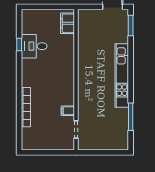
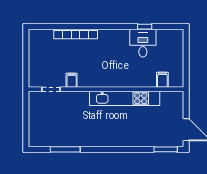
filing cabinet: (67, 23) -> (162, 80), width x0.50
kitchen unit: (122, 76) -> (125, 98), moved, turned 180

